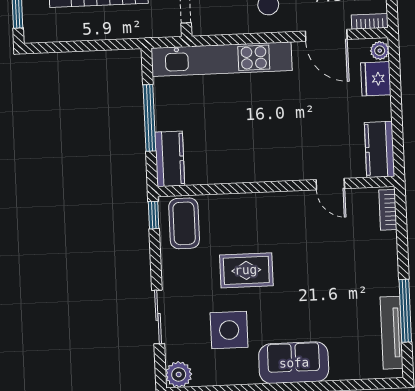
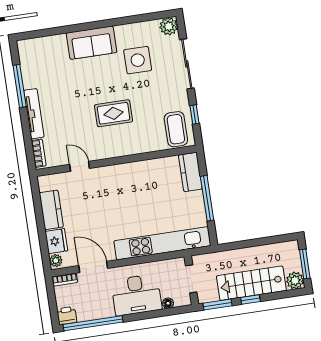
kitchen counter: (379, 149) -> (51, 210), moved
window: (154, 215) -> (194, 115), moved
rug: (246, 270) -> (114, 113), moved
sliding door: (158, 317) -> (187, 64), width x1.37
tv unit: (392, 333) -> (34, 114), moved

